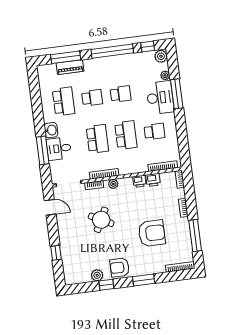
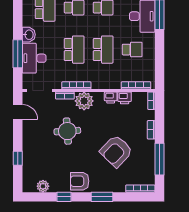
desk: (59, 149) -> (34, 58), width x1.37
plant: (113, 184) -> (84, 101), width x1.87, depth x1.87
round table: (101, 220) -> (67, 131), turned -31
armchair: (152, 233) -> (116, 151), turned 134
plant: (97, 275) -> (43, 186), moved

